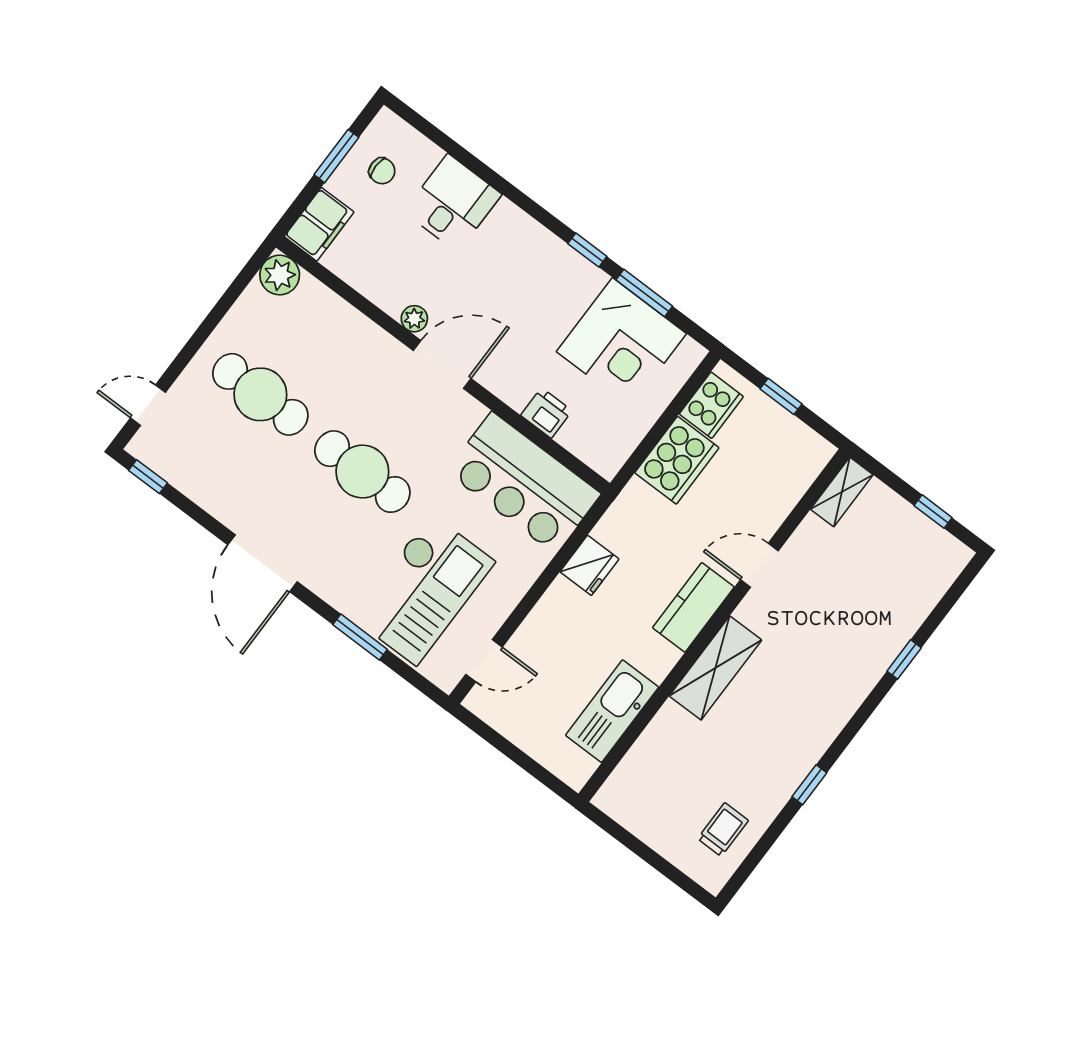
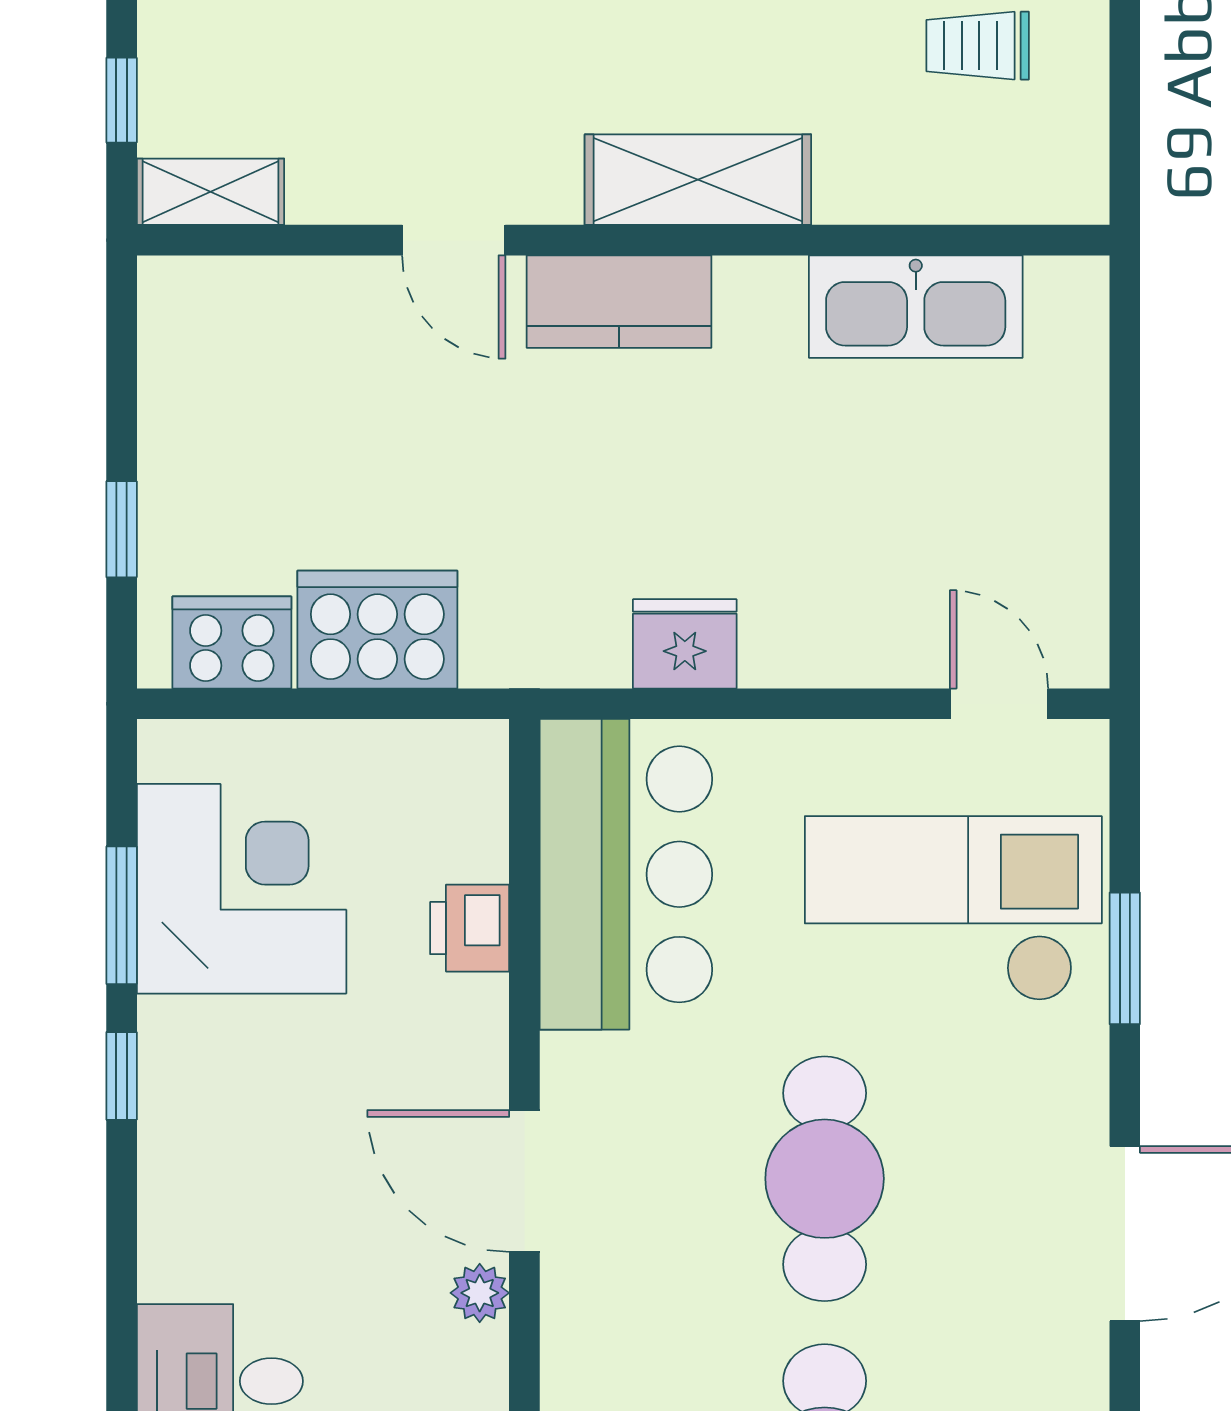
shelving: (842, 492) -> (210, 192), moved
door: (759, 565) -> (454, 240), moved
kitchen counter: (693, 607) -> (619, 302), moved
wall: (714, 625) -> (623, 240), moved
shelving: (715, 668) -> (698, 180), moved
kitchen sink: (612, 711) -> (916, 307), moved

